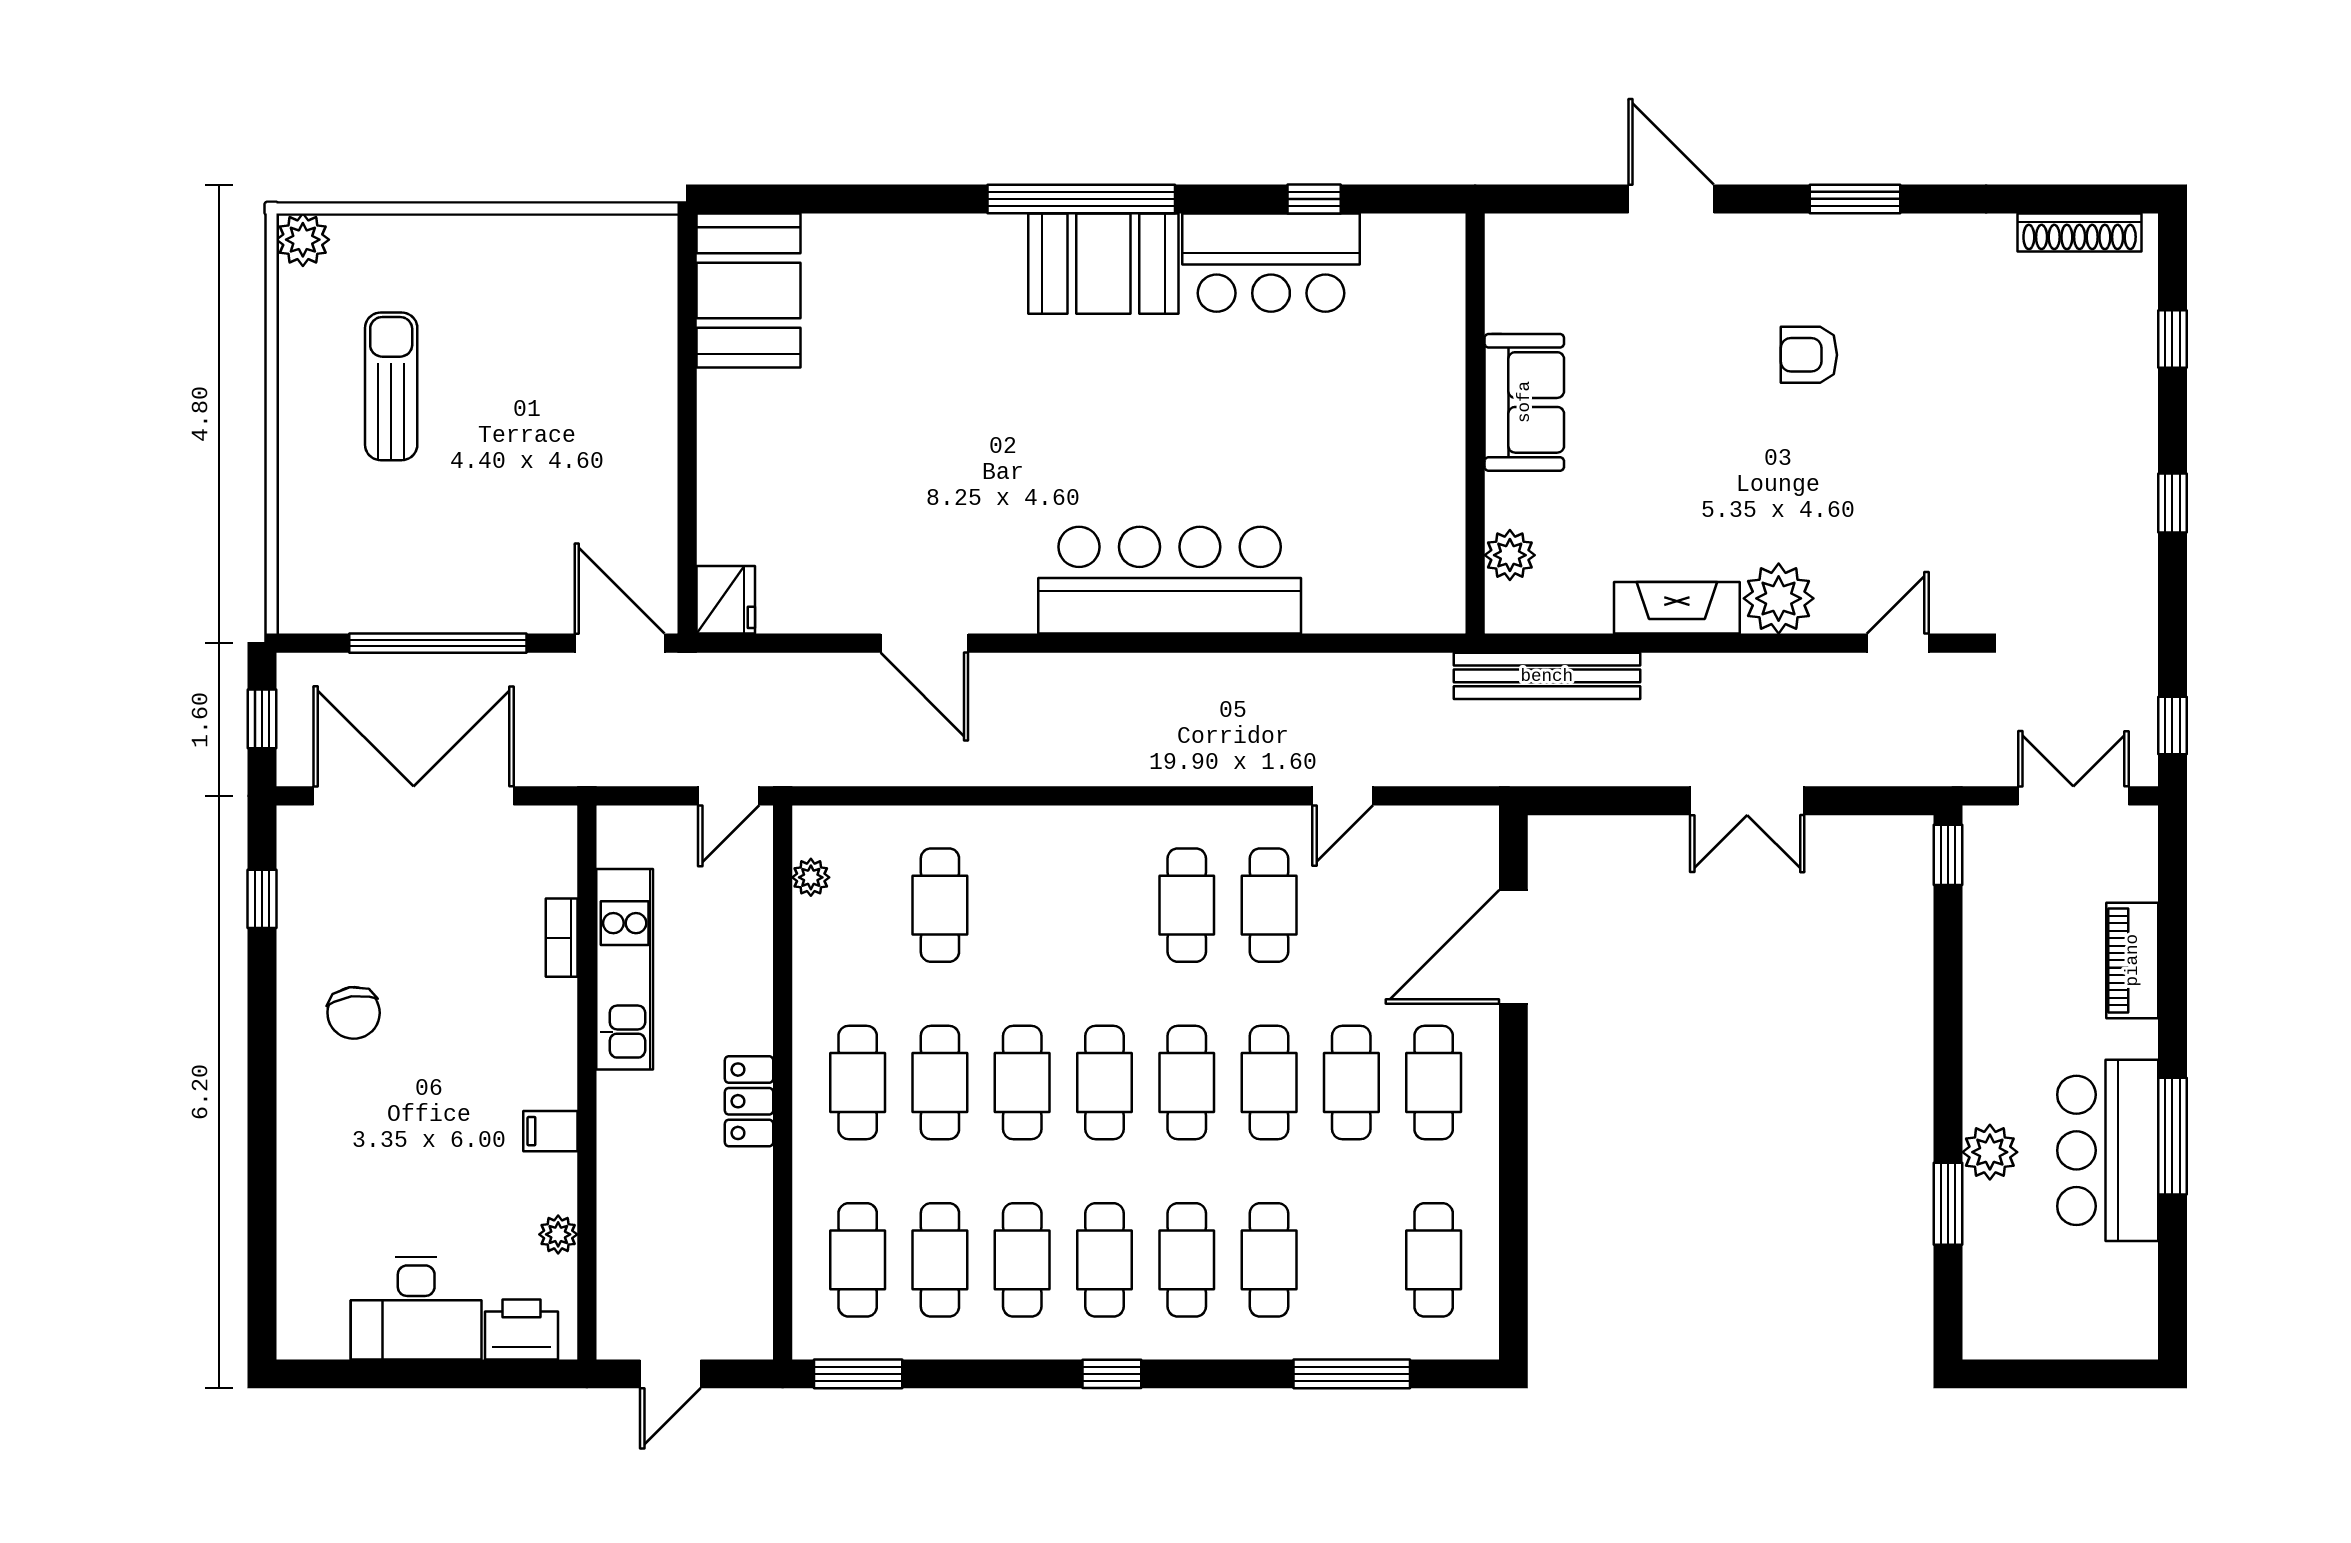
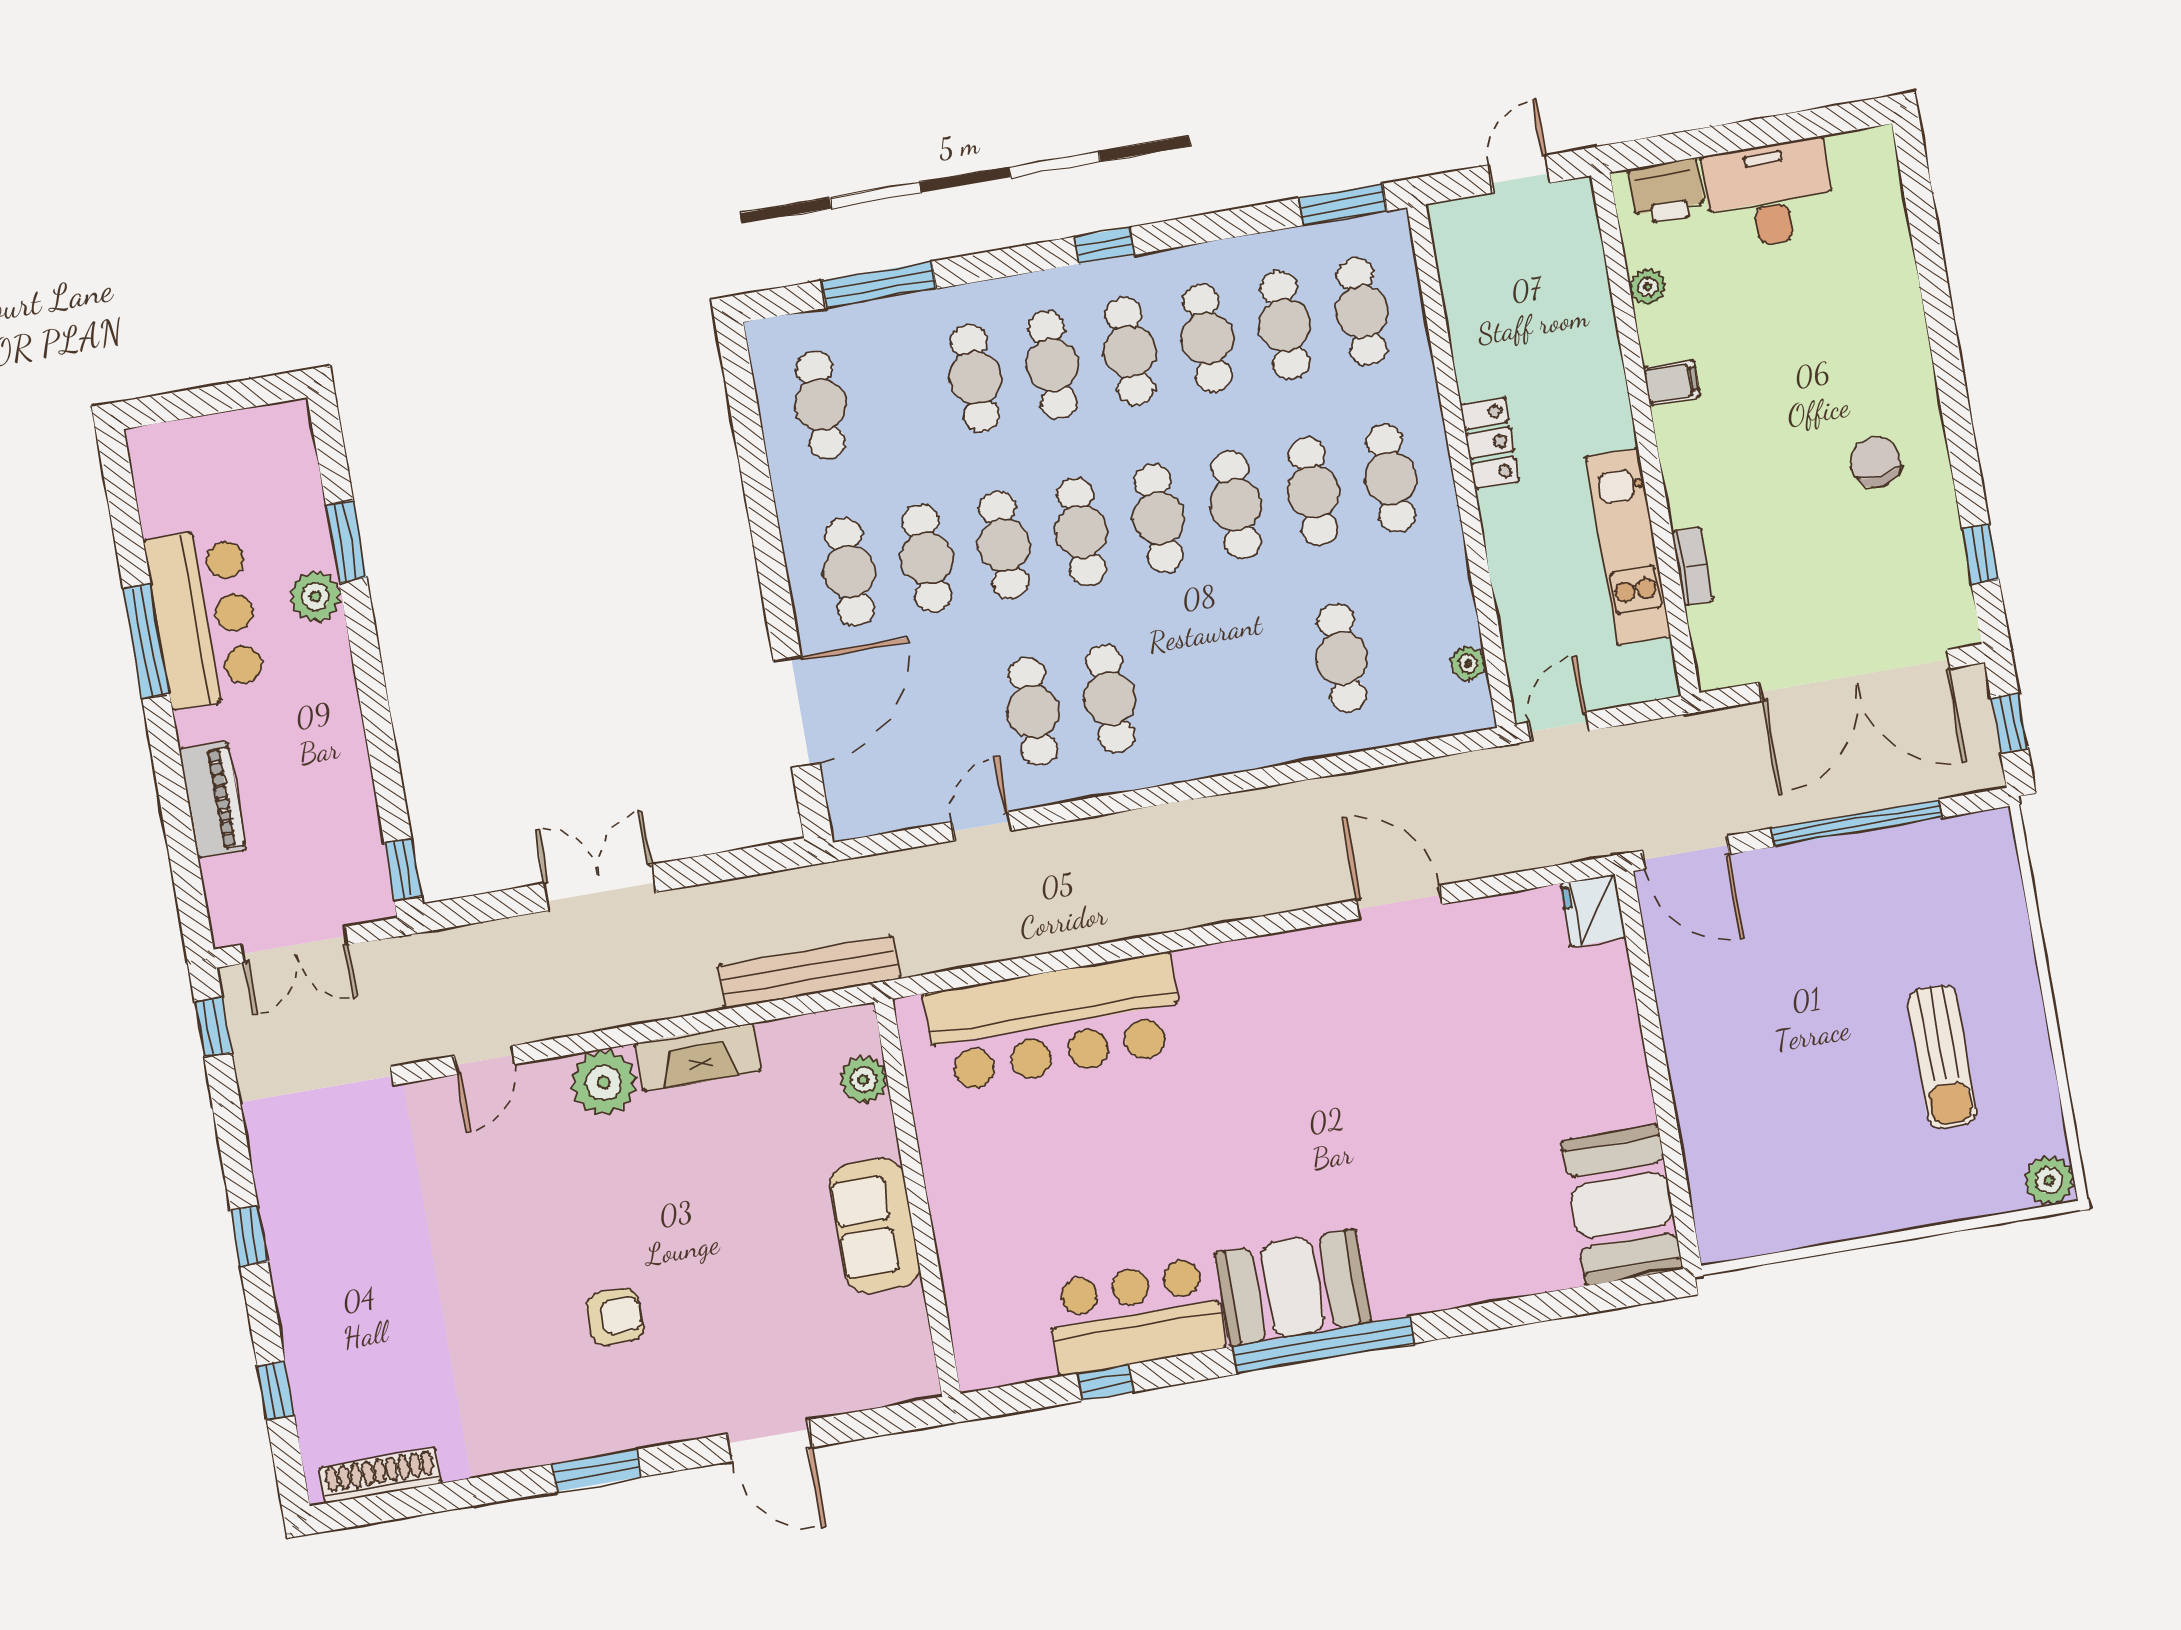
bar counter: (1170, 580) -> (1054, 1023), moved

